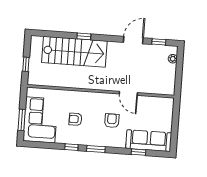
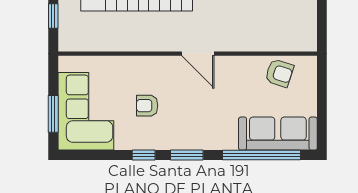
door: (128, 93) -> (198, 54), moved
armchair: (112, 121) -> (279, 73), moved, turned 108
window: (138, 152) -> (261, 155), width x3.17

